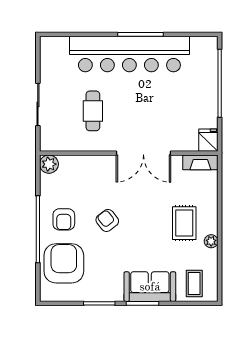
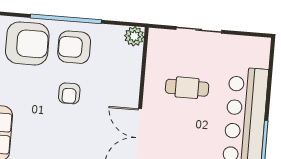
armchair: (64, 219) -> (74, 47), width x1.38, depth x1.38
armchair: (107, 220) -> (69, 93), turned 128

